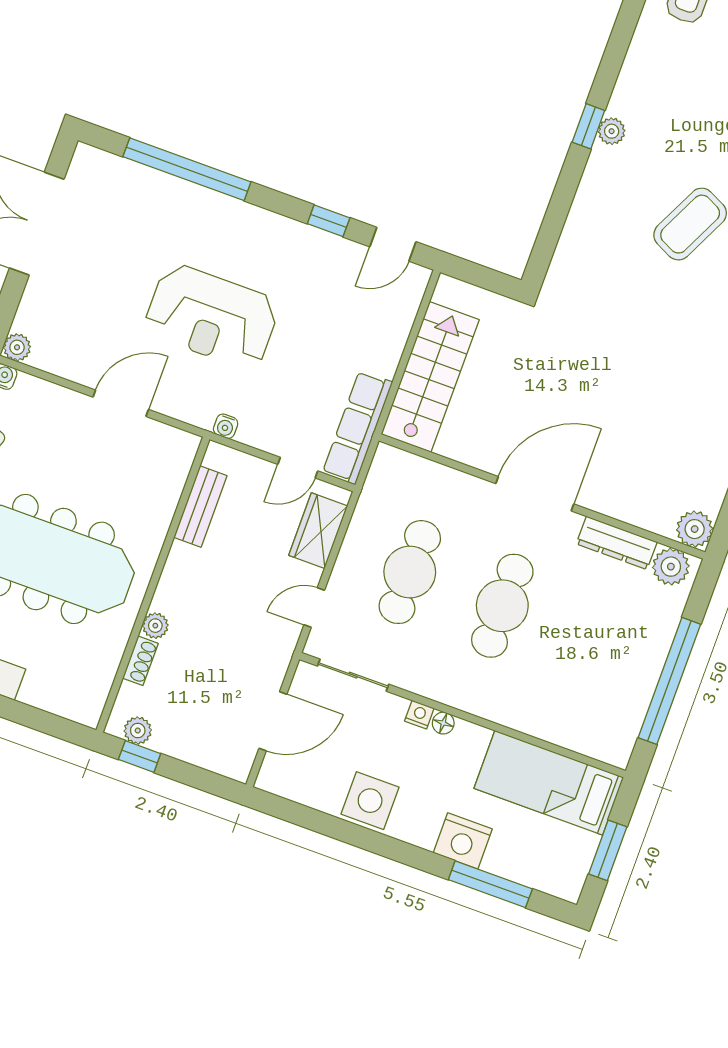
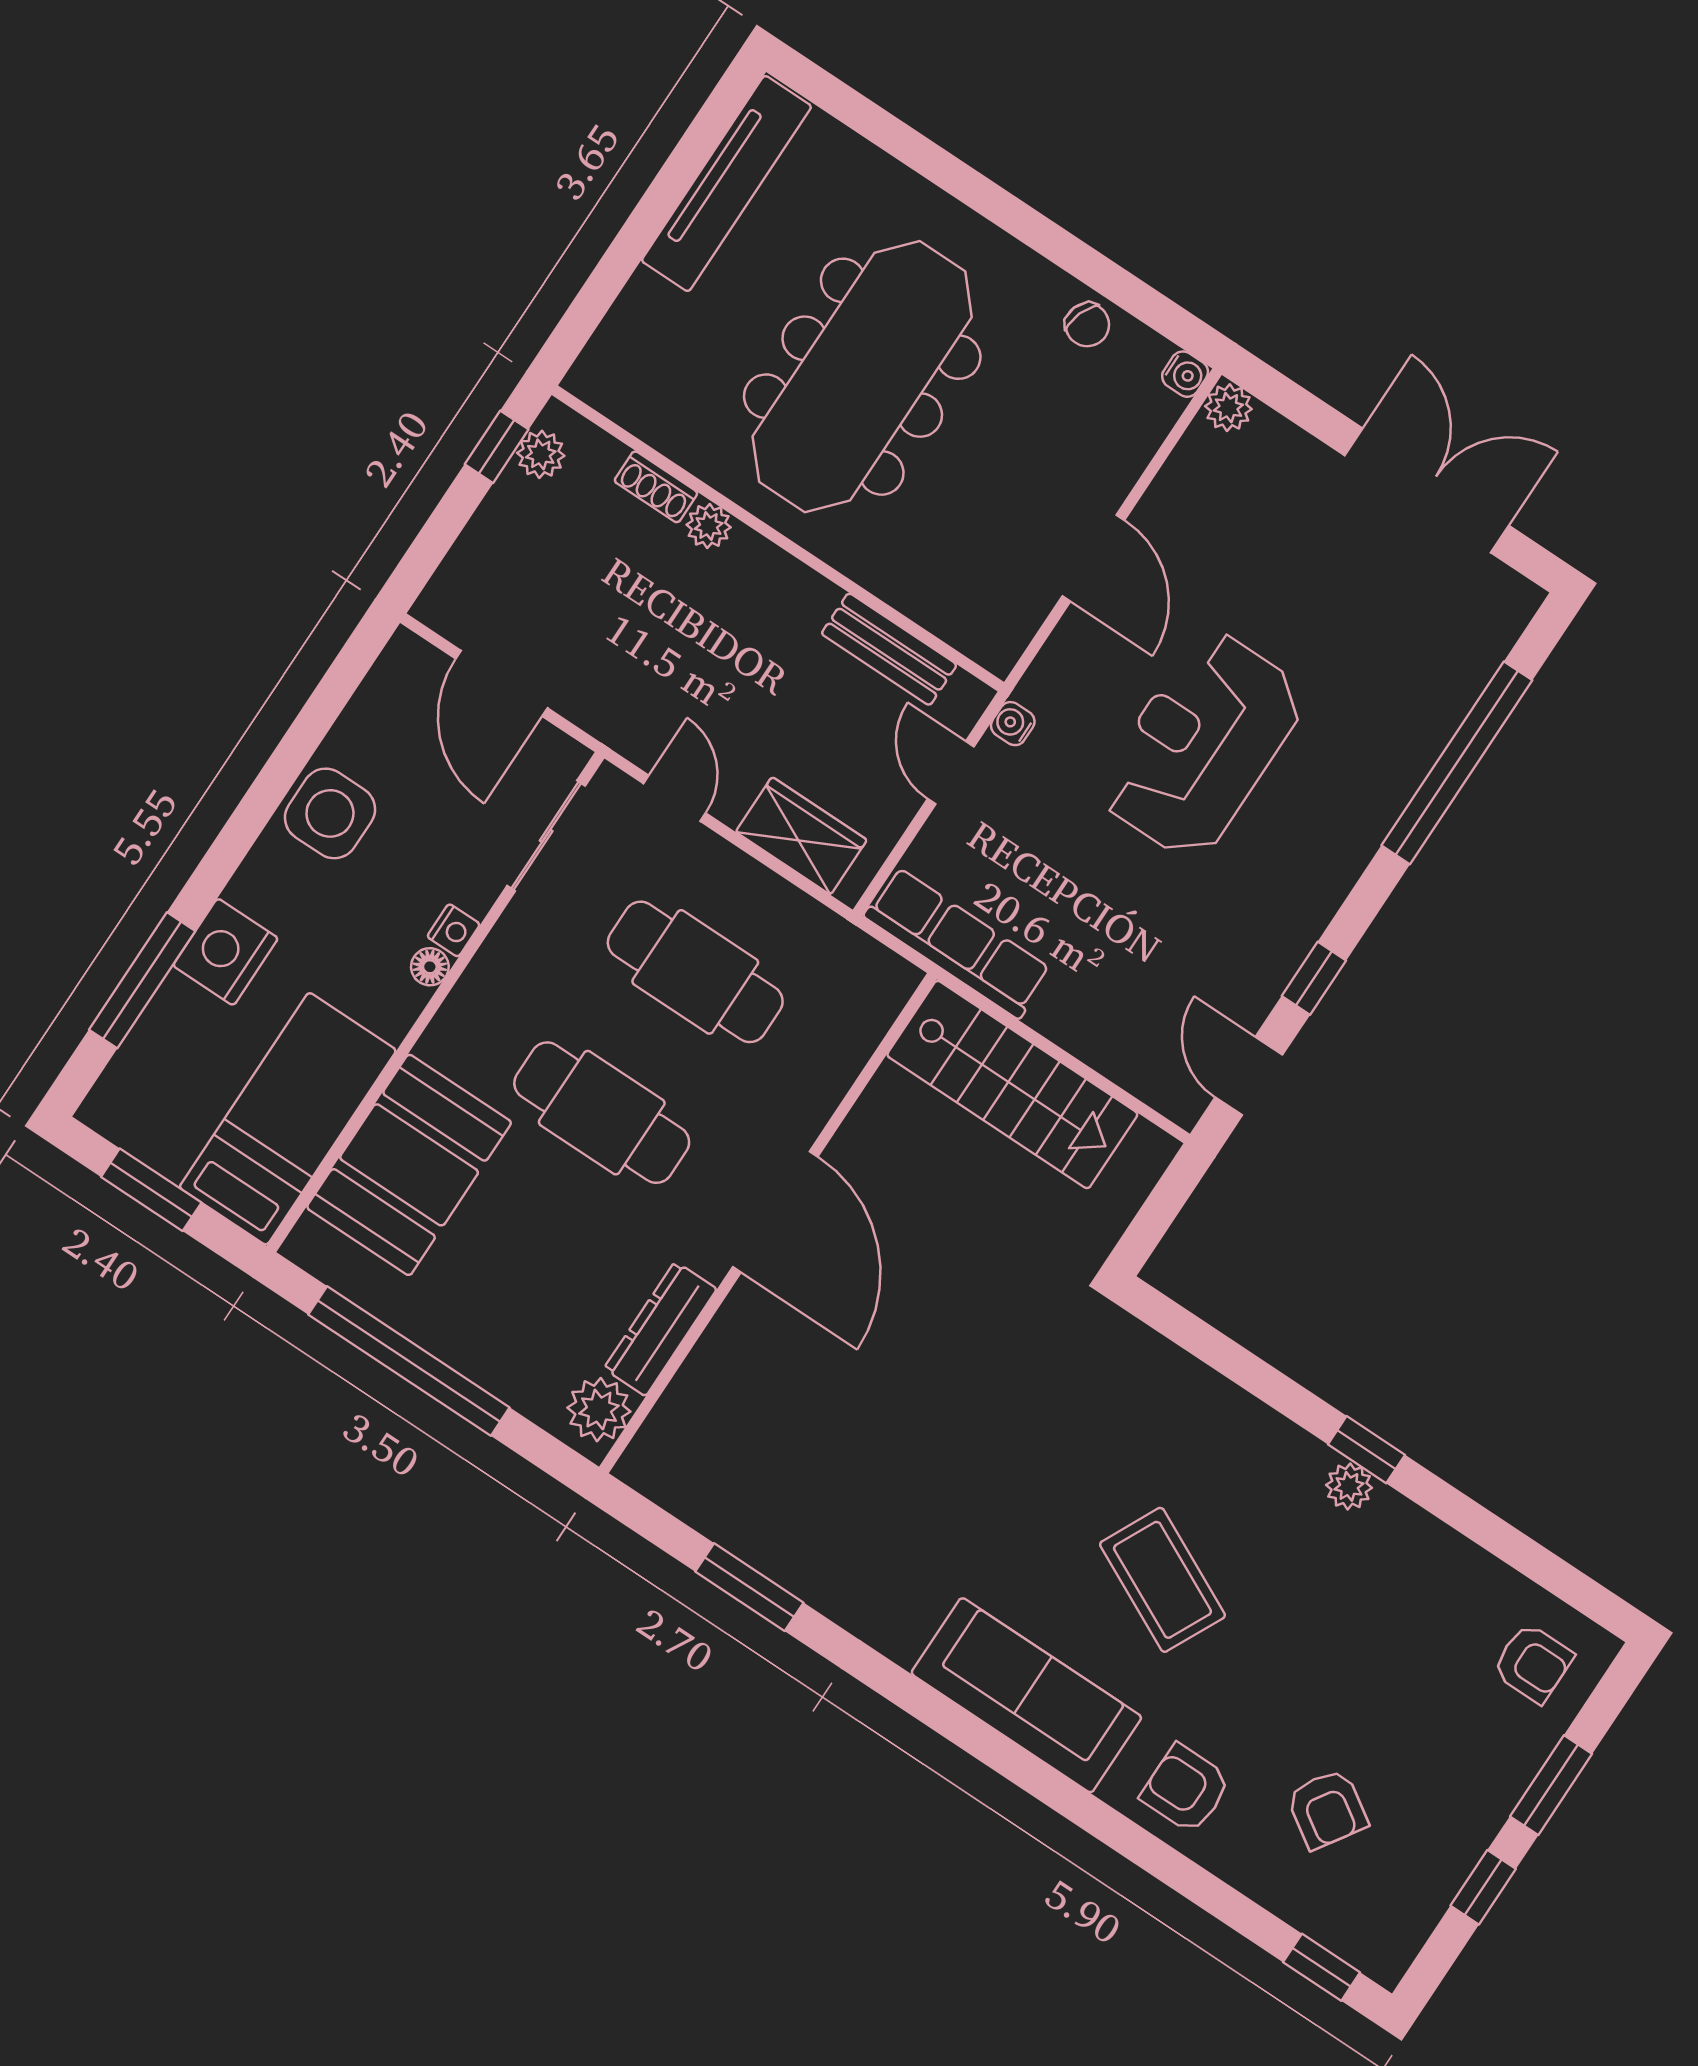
door: (298, 468) -> (951, 773), moved
plant: (695, 529) -> (652, 1464), removed
booth: (558, 708) -> (409, 1165), added

